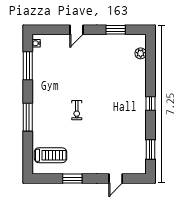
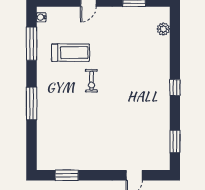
exercise bike: (77, 110) -> (91, 81), moved
treadmill: (50, 155) -> (71, 53), moved
window: (72, 179) -> (67, 175), moved

